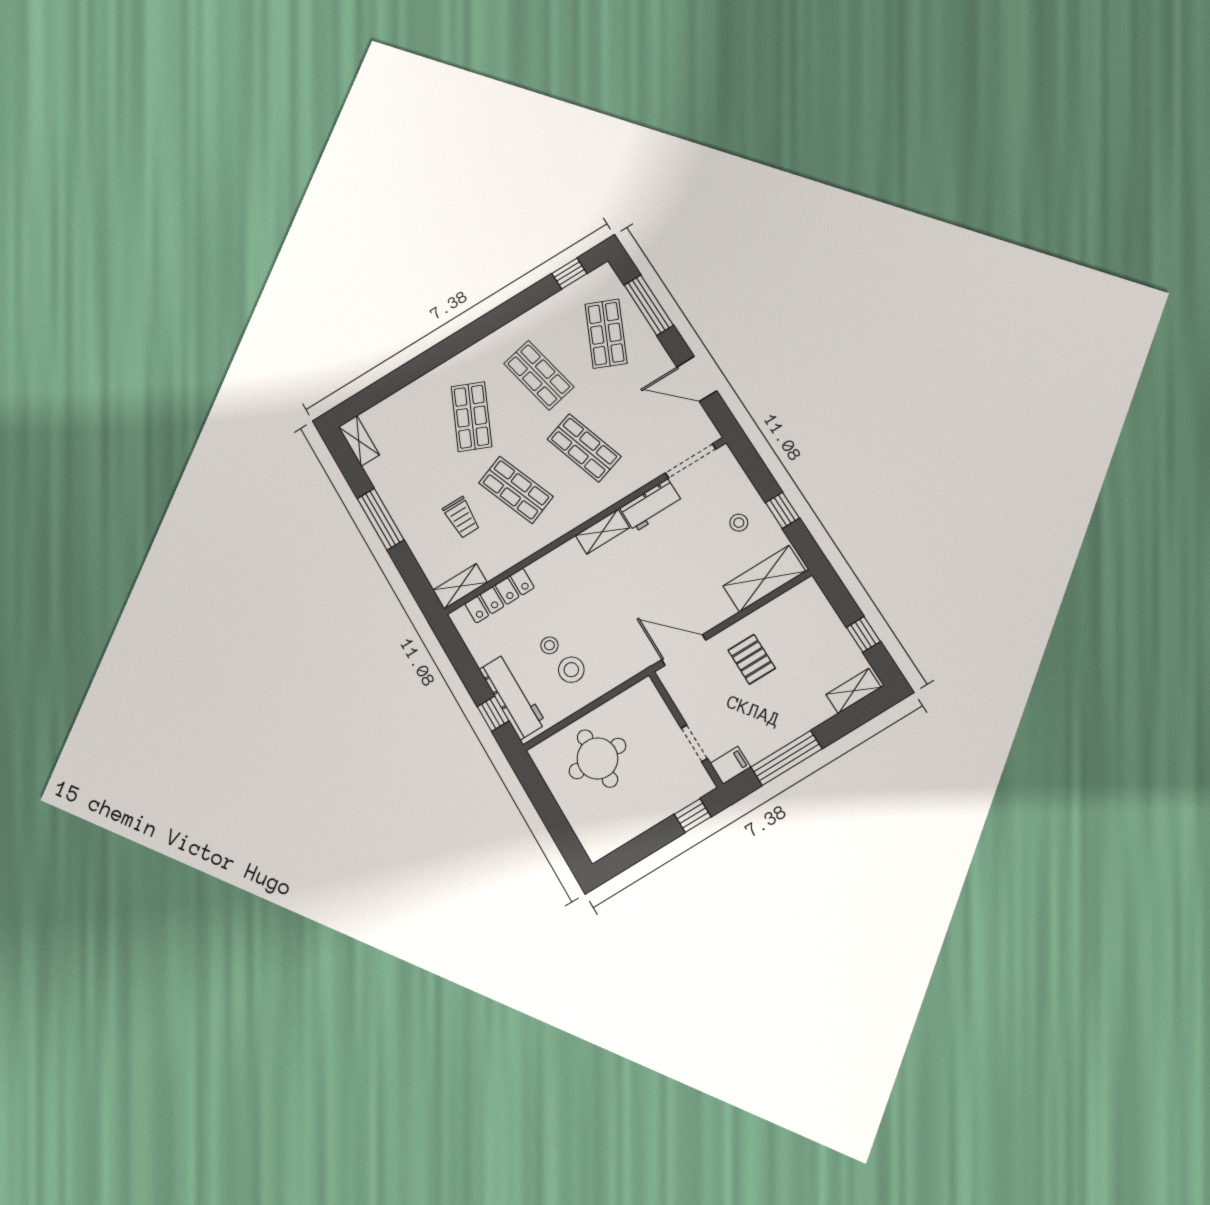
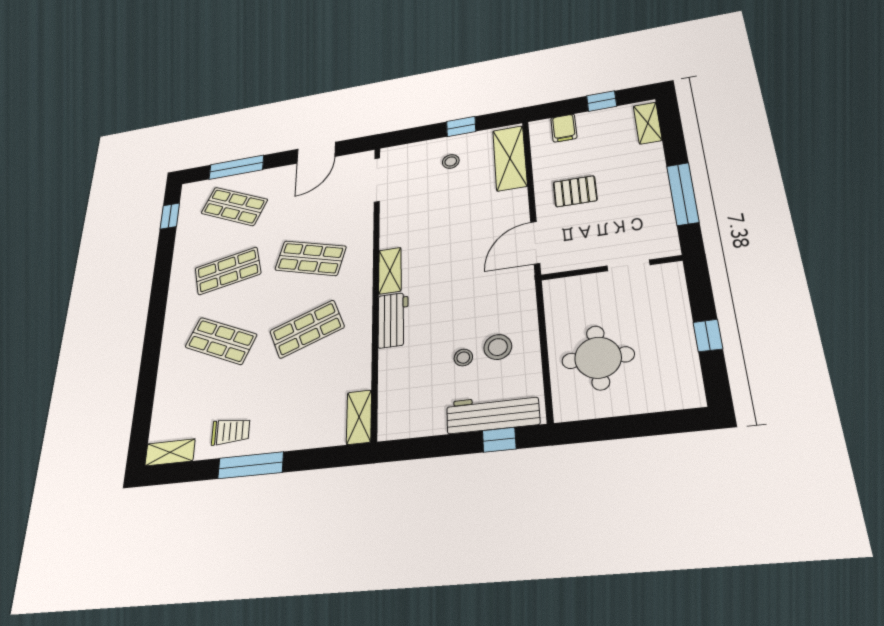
shop shelf: (584, 448) -> (310, 258), turned 33
workbench: (651, 505) -> (393, 320), moved
trolley: (462, 517) -> (231, 431), moved
locker: (500, 596) -> (390, 384), removed
filing cabinet: (730, 765) -> (564, 128), moved, turned 180
window: (693, 816) -> (708, 335), moved

